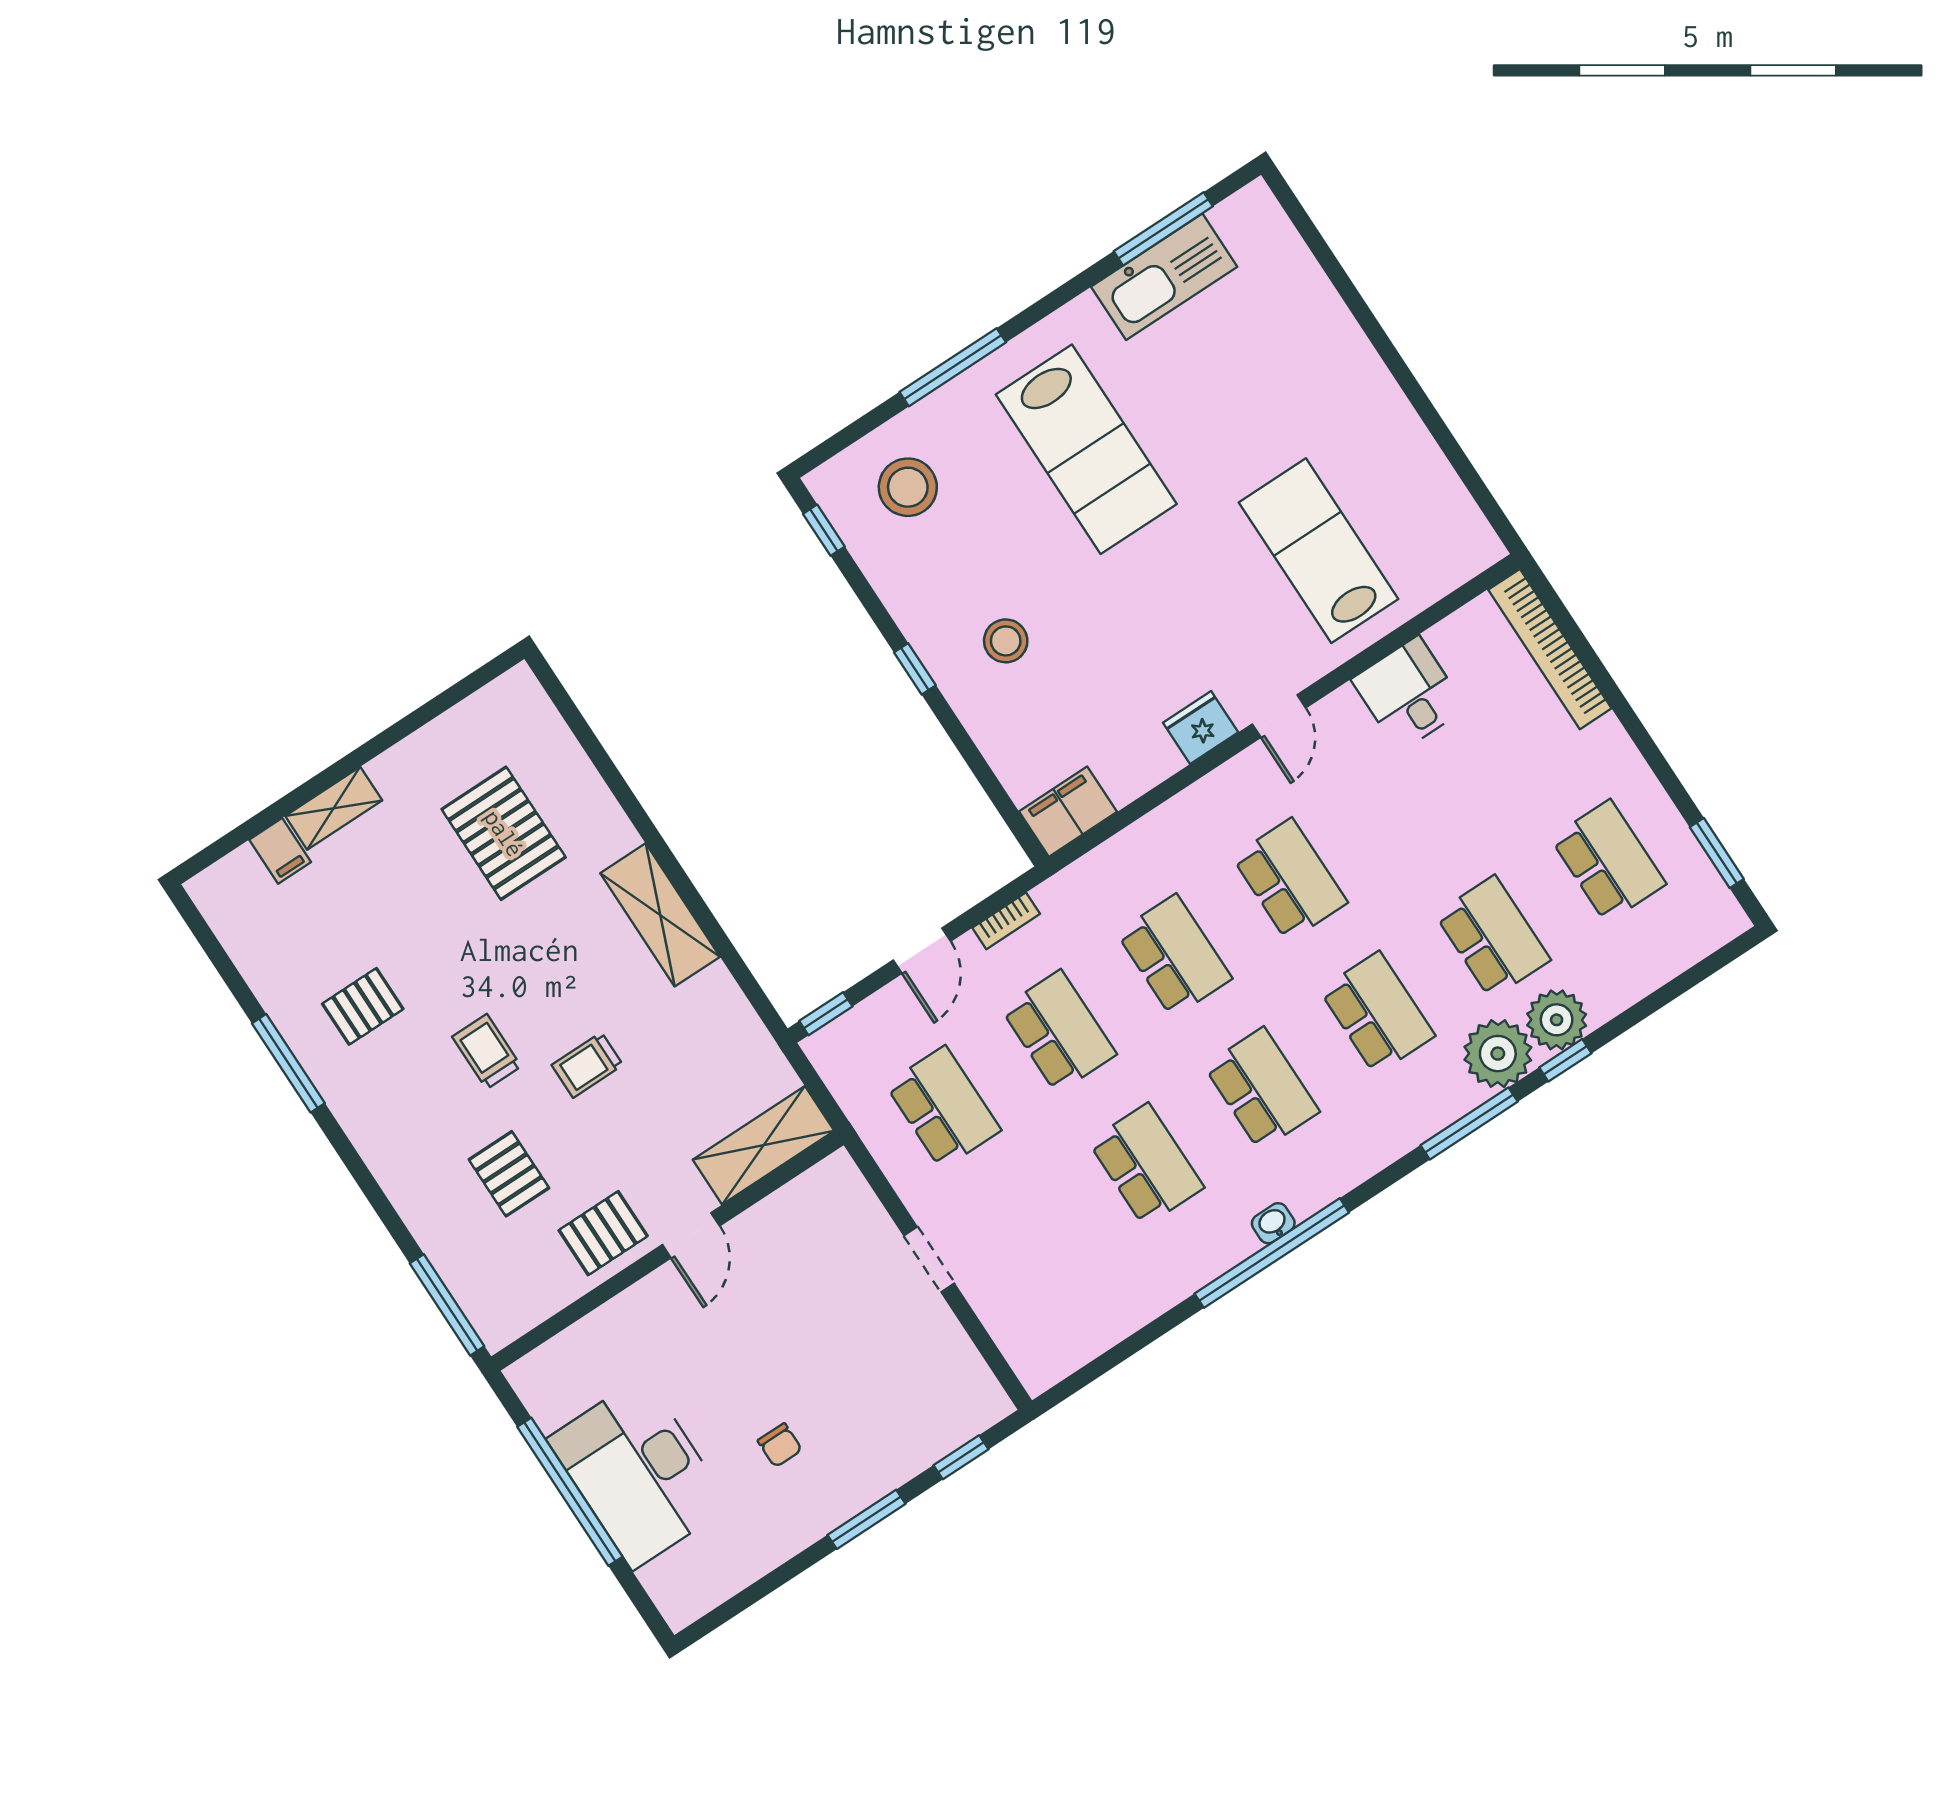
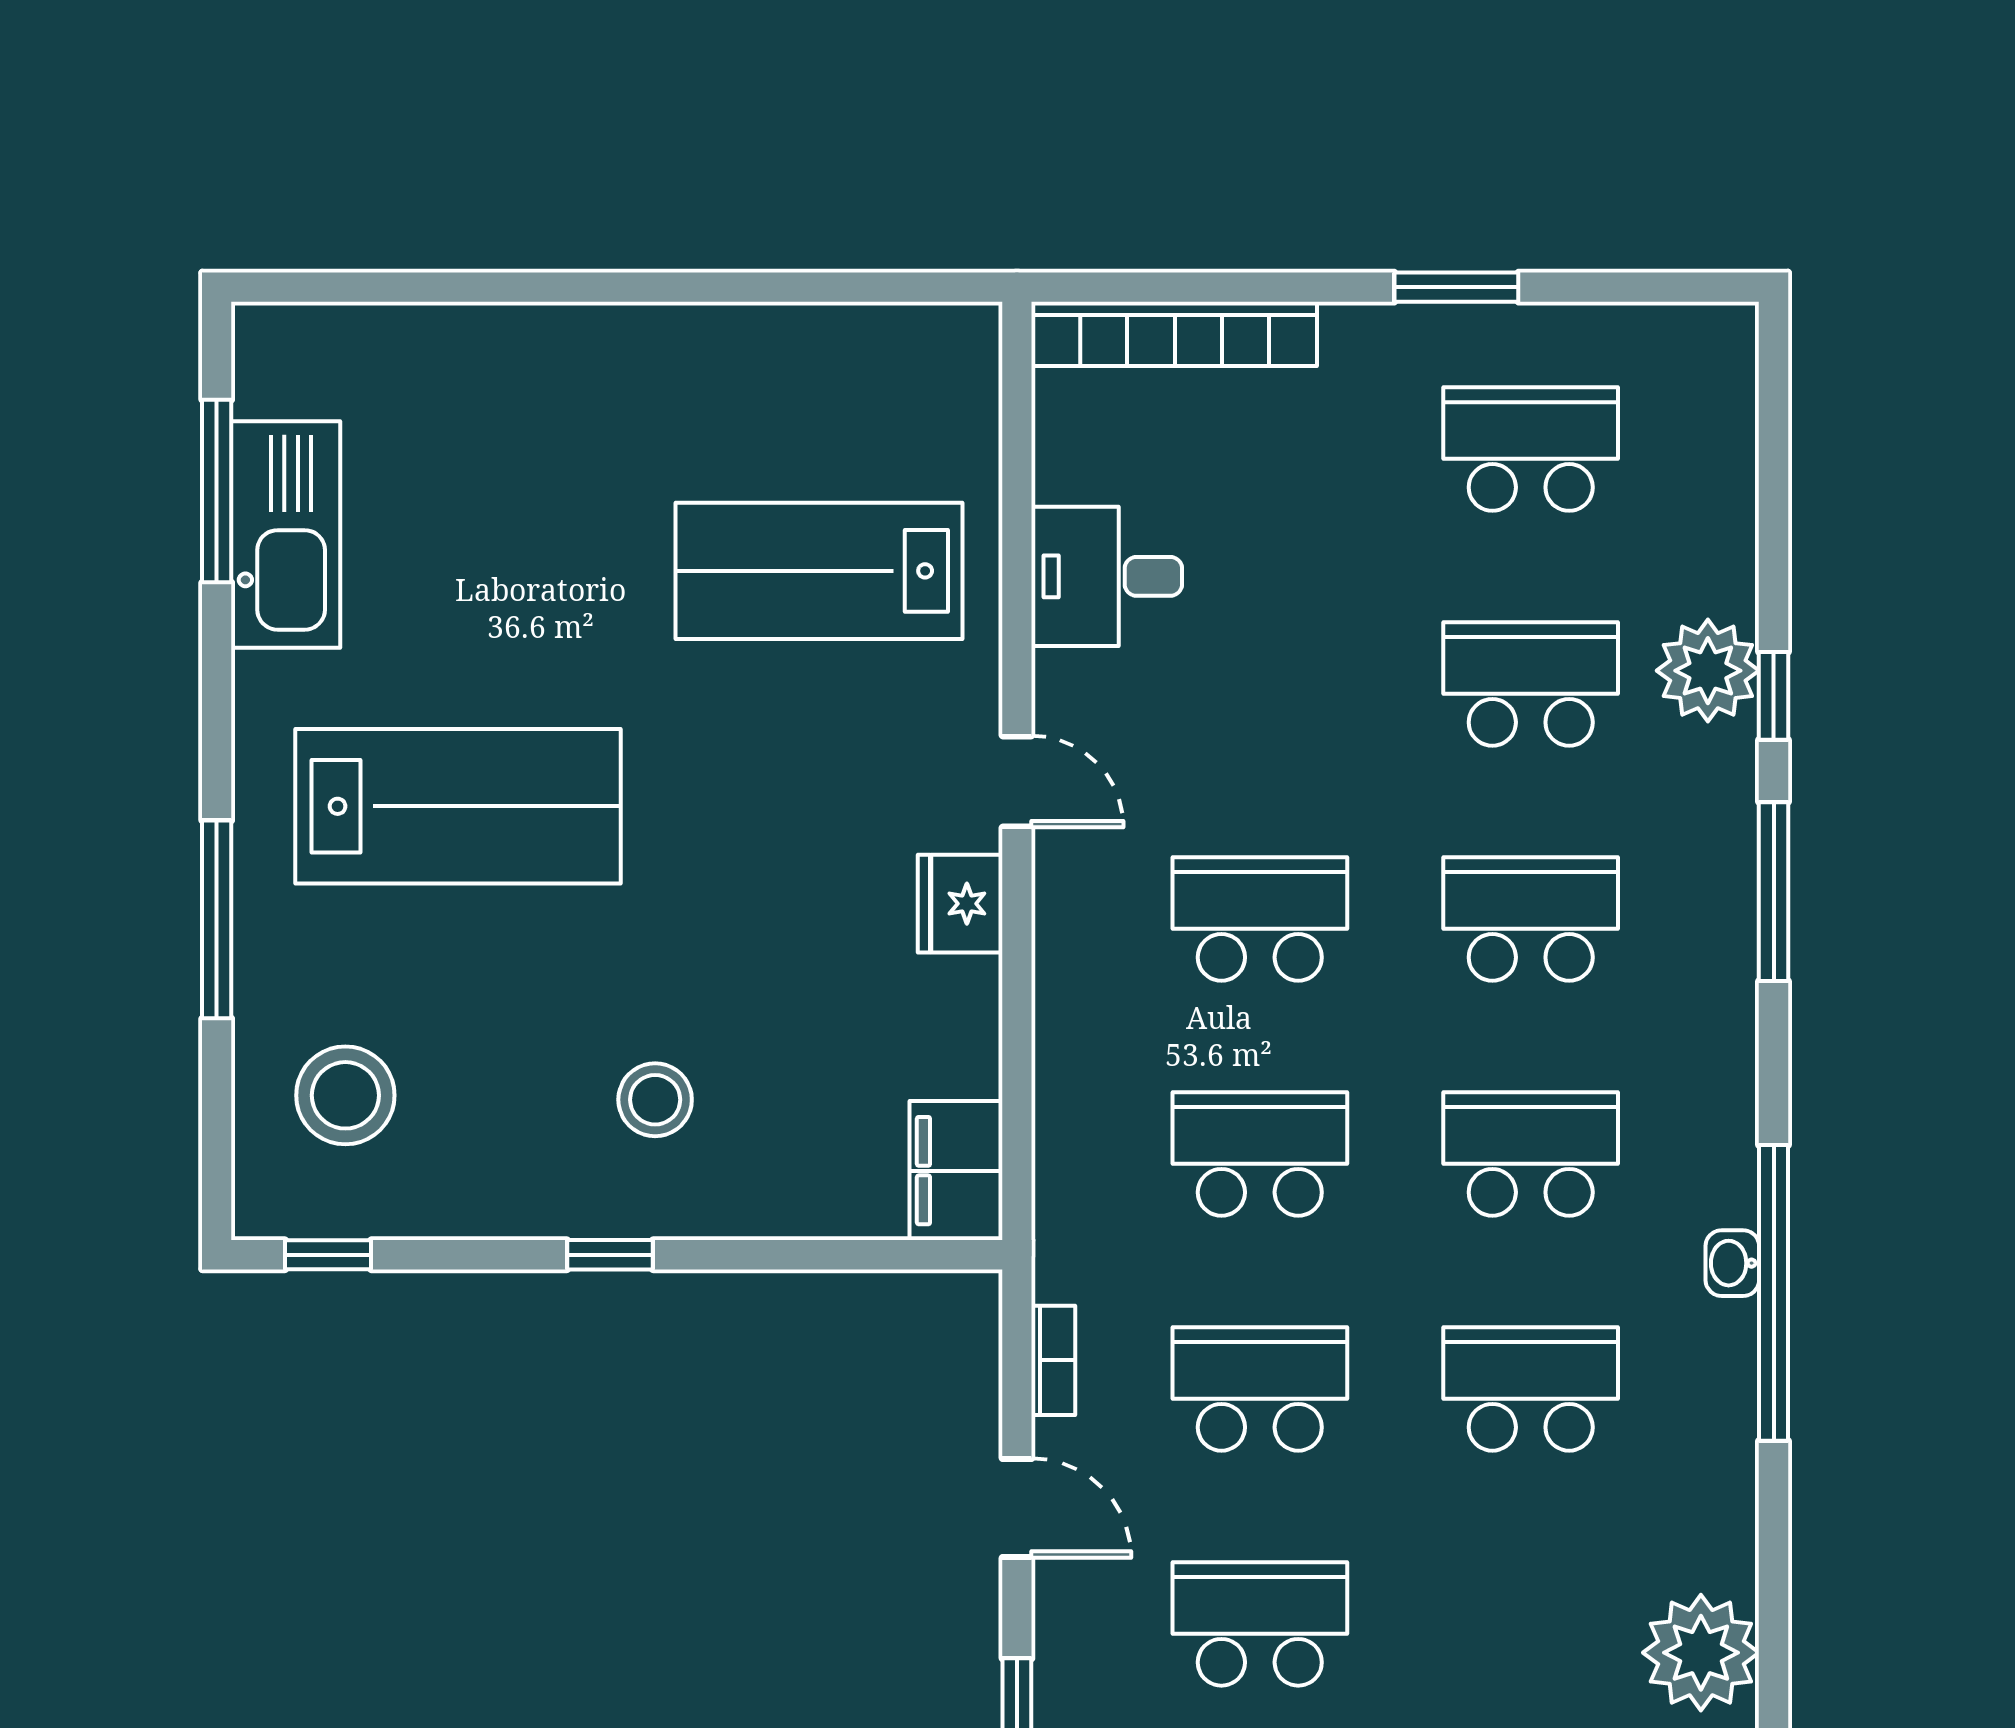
window: (1717, 853) -> (1456, 287), moved
plant: (1498, 1054) -> (1701, 1653), moved

